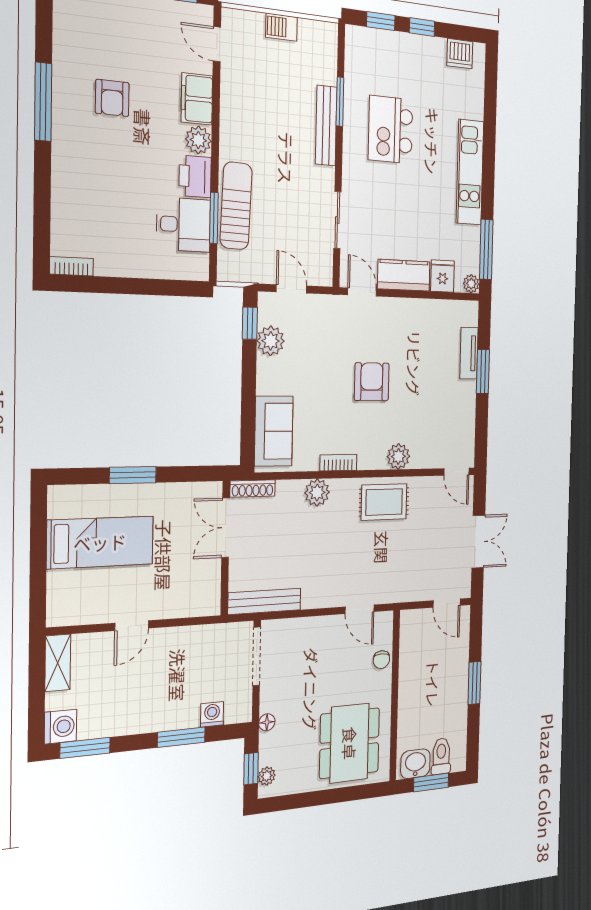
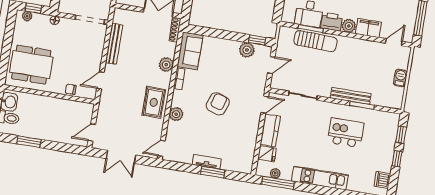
plant: (471, 284) -> (275, 173), moved
tv unit: (469, 353) -> (207, 162), moved
armchair: (372, 382) -> (218, 104), turned -72
sofa: (274, 431) -> (190, 51), moved, turned -90
bench: (265, 601) -> (114, 44), moved
window: (474, 683) -> (29, 142), moved

